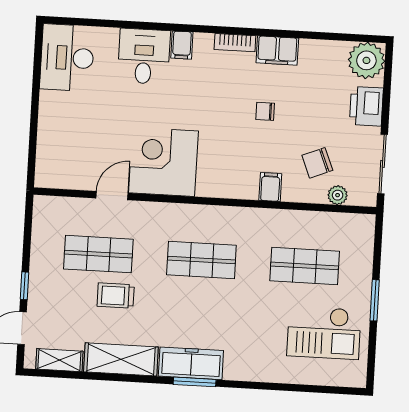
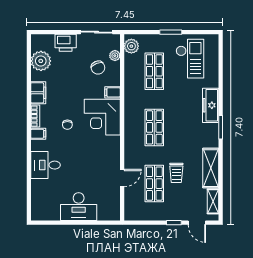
filing cabinet: (182, 45) -> (38, 134), moved
desk: (67, 58) -> (79, 207), moved
plant: (366, 60) -> (41, 61), moved
chair: (265, 111) -> (67, 125), moved
corner desk: (163, 162) -> (102, 117), moved
door: (112, 196) -> (122, 178), swing flipped
plant: (353, 227) -> (131, 46), added
freezer: (191, 363) -> (211, 105), moved

